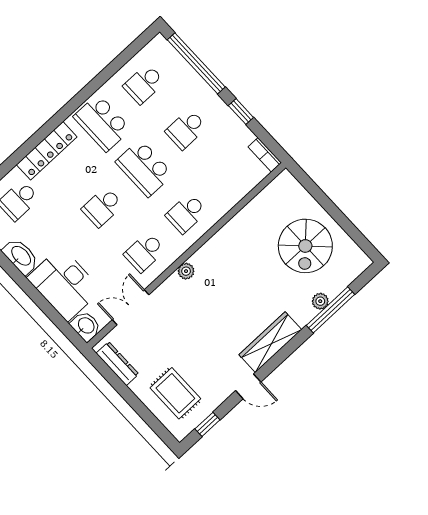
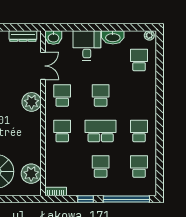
school desk: (102, 123) -> (139, 131), width x0.54
locker: (47, 151) -> (150, 94), removed
plant: (270, 203) -> (31, 174), added
plant: (186, 271) -> (32, 102), width x1.88, depth x1.88
desk: (64, 284) -> (87, 45), width x0.73

